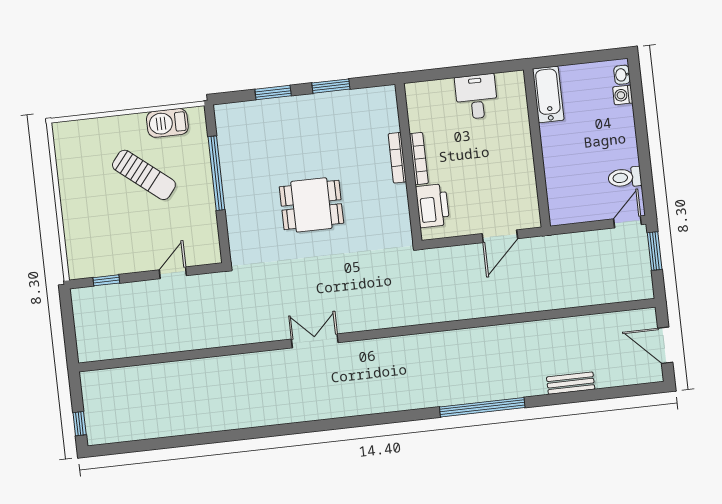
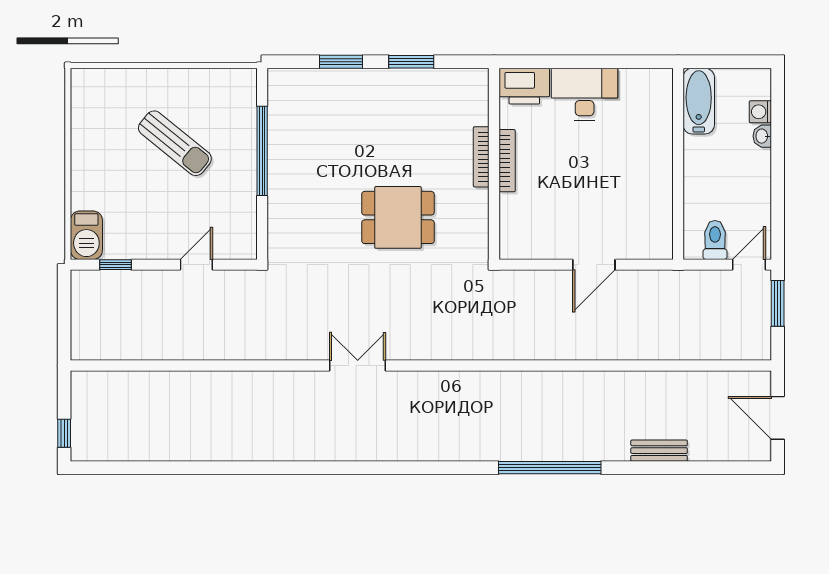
washbasin: (622, 75) -> (762, 136), moved
bathtub: (548, 94) -> (699, 101), moved
desk: (476, 97) -> (585, 94), width x1.37
barbecue: (167, 123) -> (86, 235), moved, turned -90
wall: (537, 148) -> (678, 164), moved
toilet: (625, 177) -> (715, 240), moved, turned 90
dining table: (311, 205) -> (398, 217), moved
printer: (433, 206) -> (524, 86), moved, turned 90

